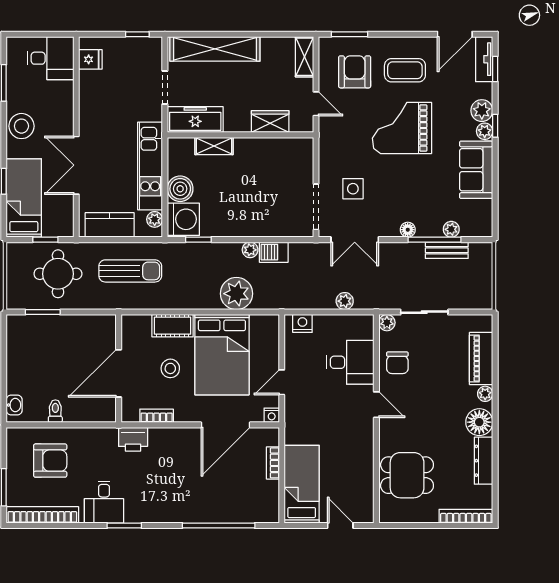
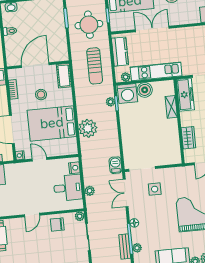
plant: (250, 250) -> (110, 102), moved
barbecue: (274, 252) -> (115, 165), moved
cot: (173, 326) -> (64, 76), moved
desk: (350, 362) -> (68, 188), moved, turned -90
door: (119, 373) -> (35, 65), hinge flipped

